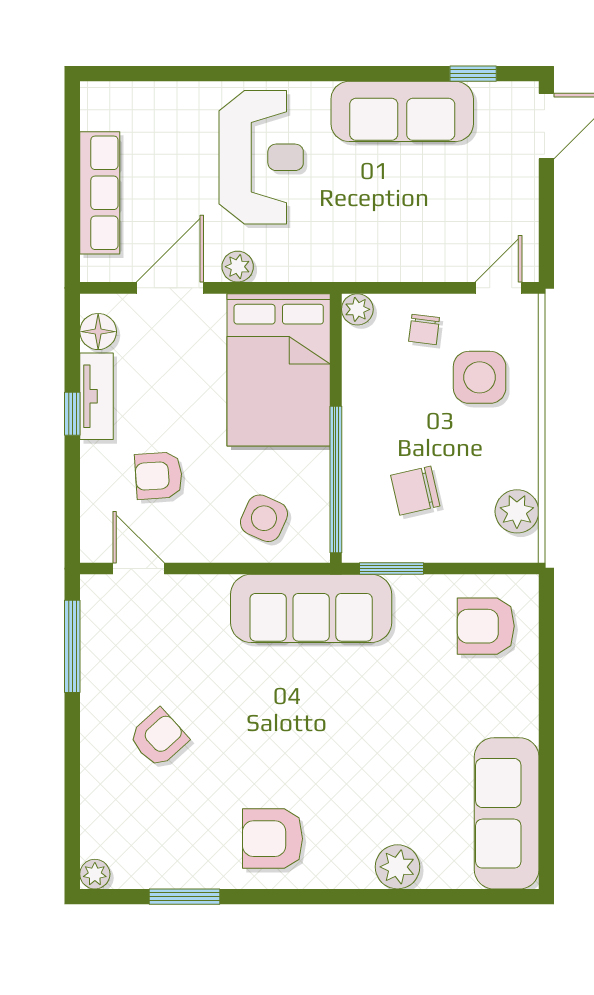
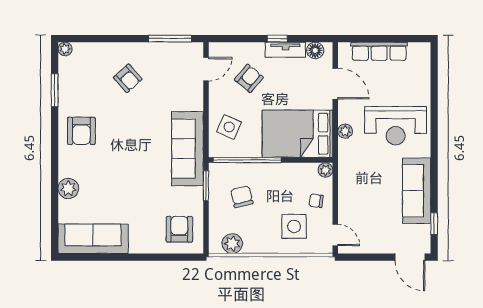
plant: (238, 267) -> (345, 131), moved
armchair: (159, 476) -> (249, 78), turned 44
armchair: (272, 839) -> (81, 131), turned 180

